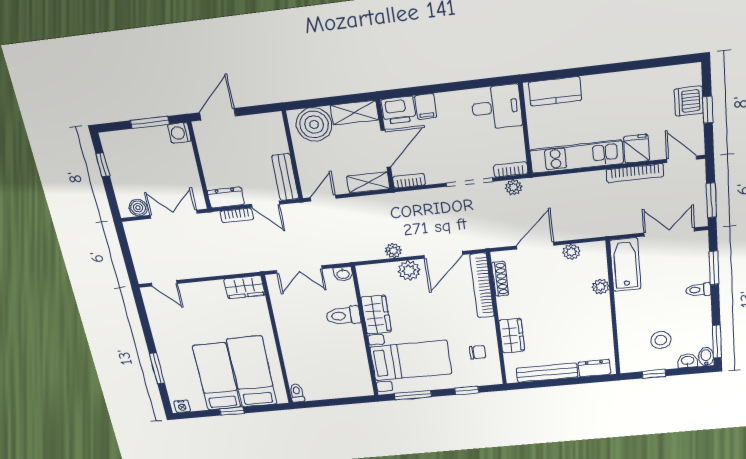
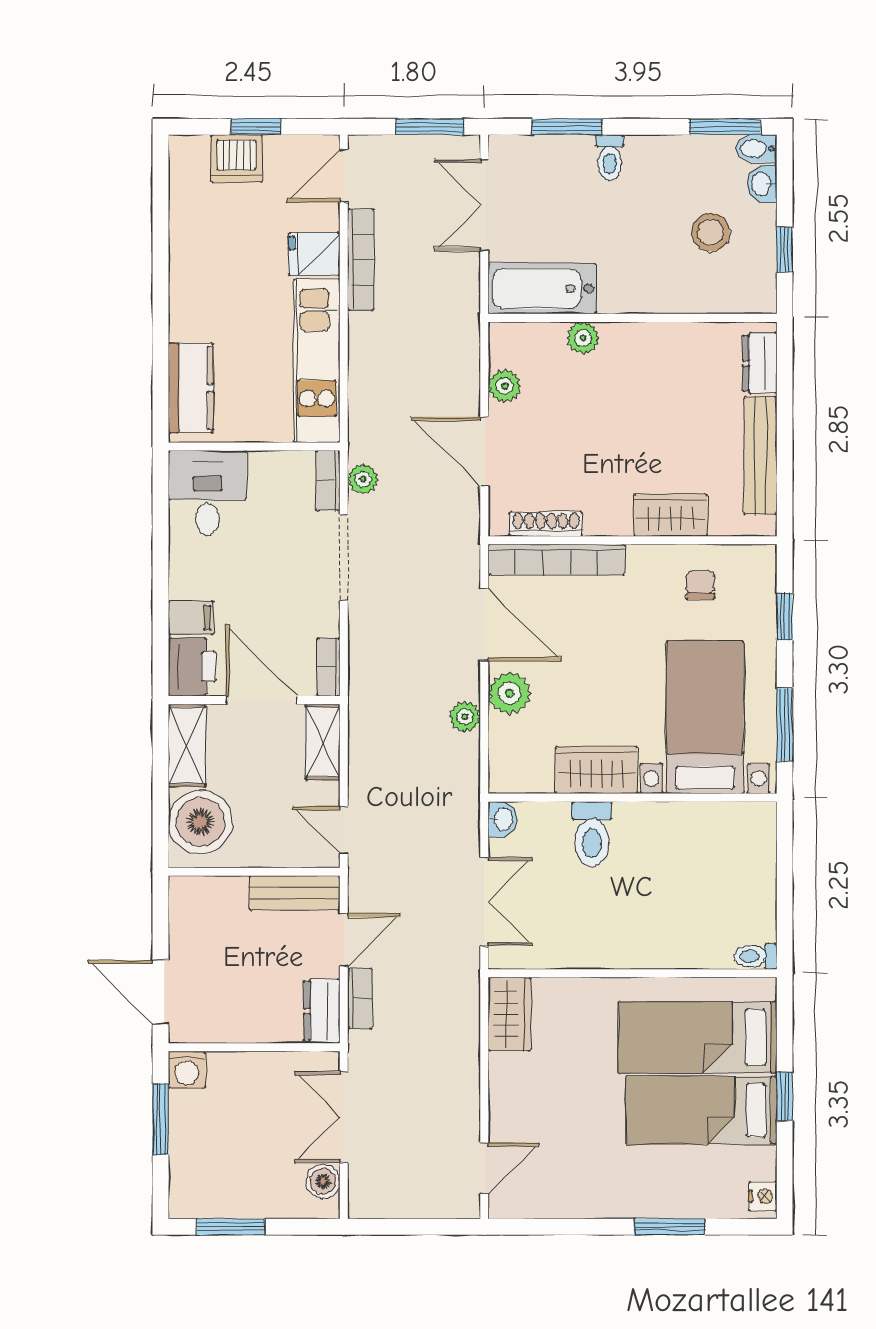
window: (103, 165) -> (231, 1227), width x1.50

